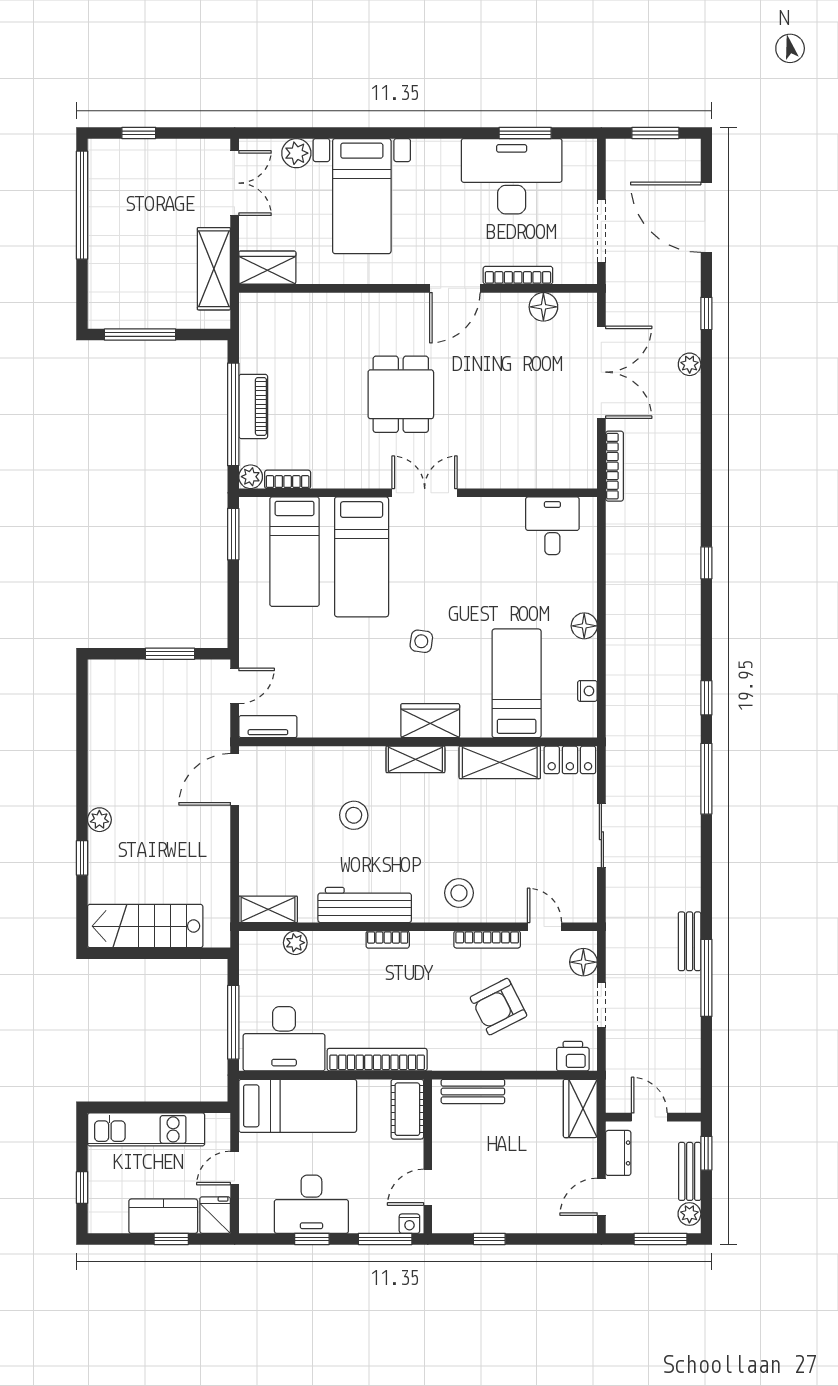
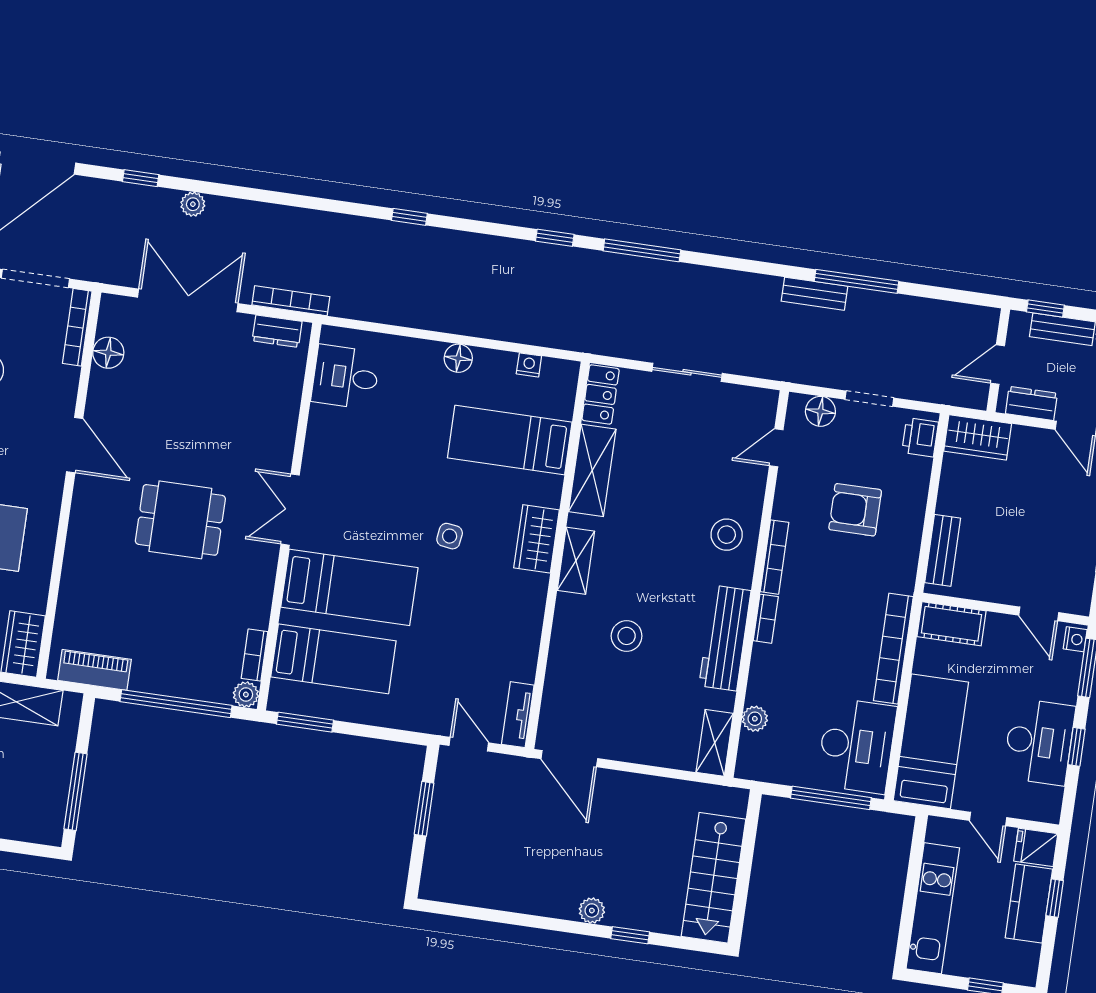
bookcase: (518, 275) -> (77, 327), moved
piano: (253, 406) -> (95, 670), moved
dresser: (585, 458) -> (277, 331), added
bookcase: (487, 939) -> (775, 557), moved
armchair: (498, 1007) -> (855, 510), turned 117

